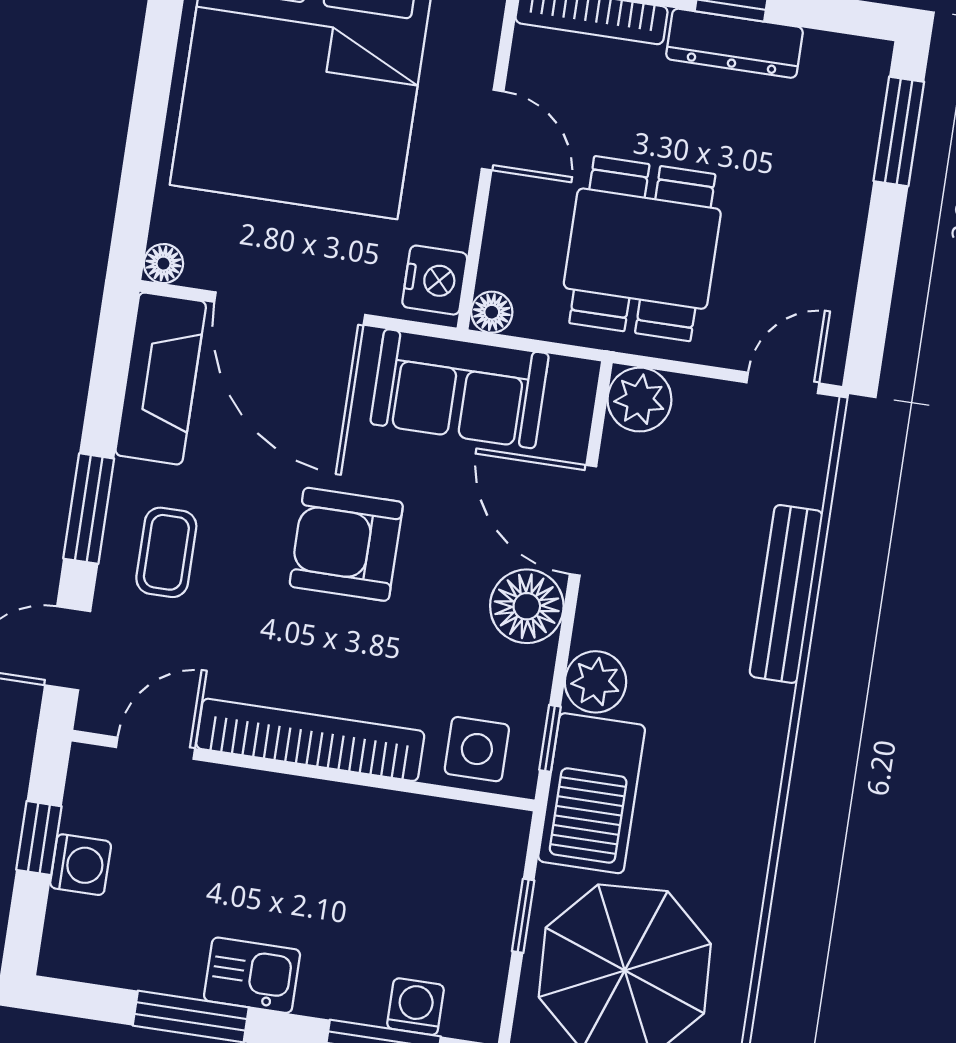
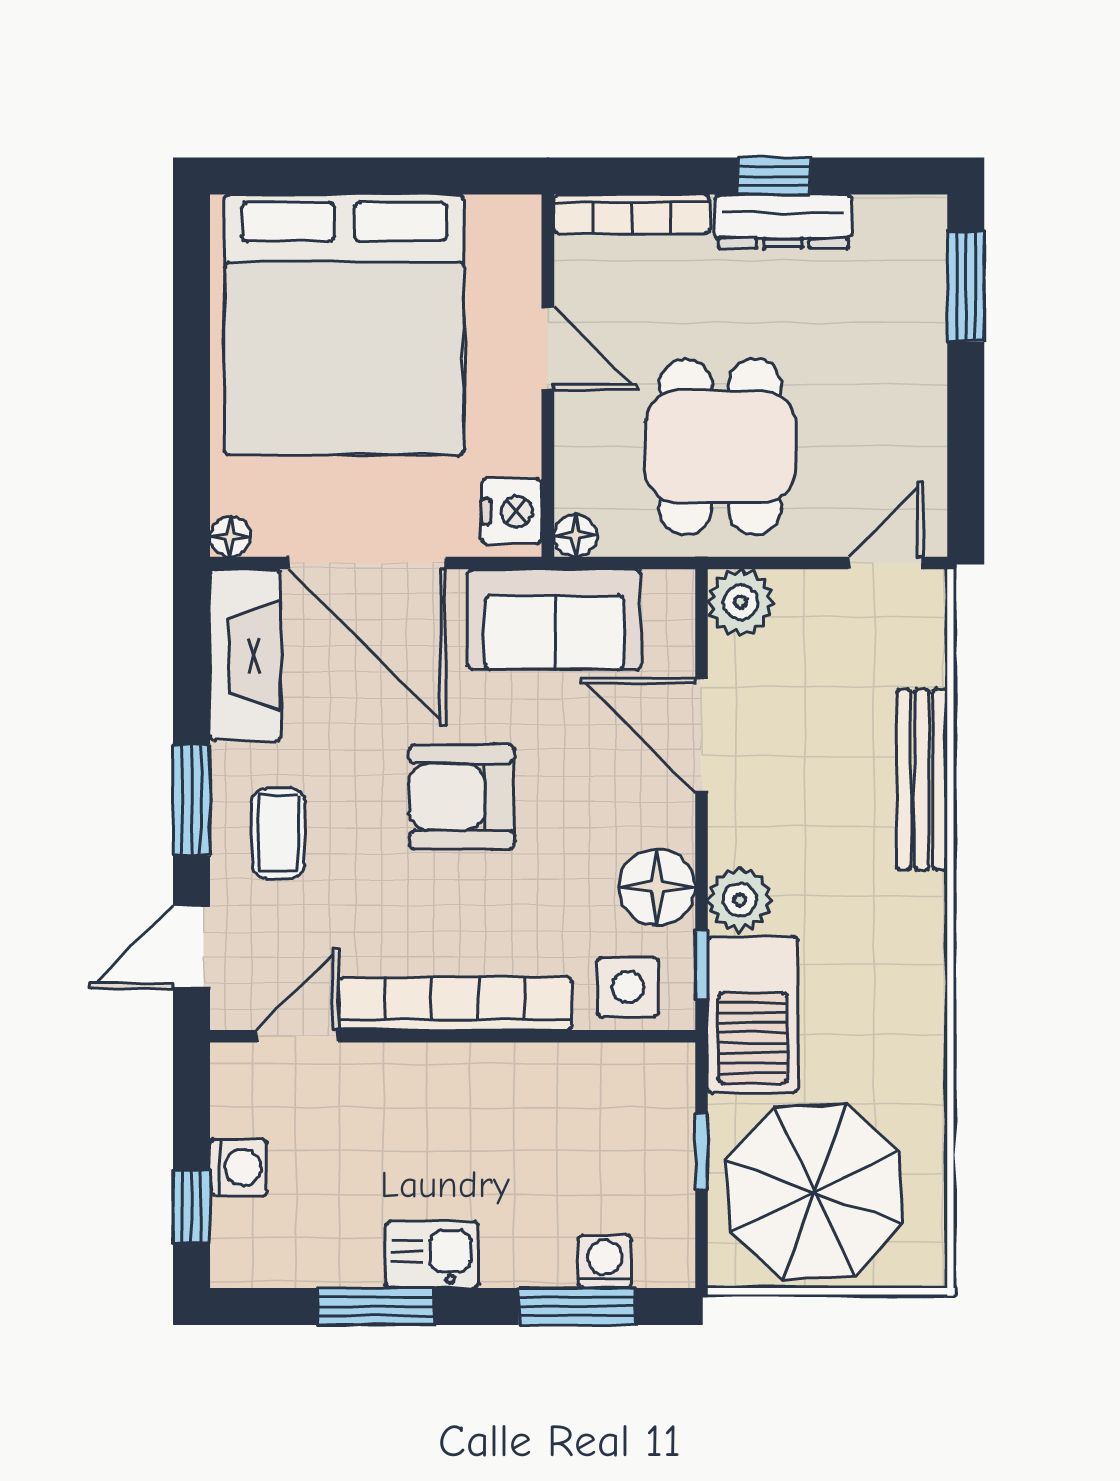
floor lamp: (527, 606) -> (657, 887), moved
window: (39, 838) -> (191, 1207), moved

